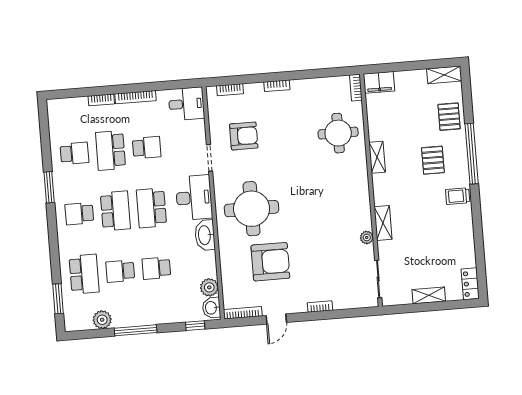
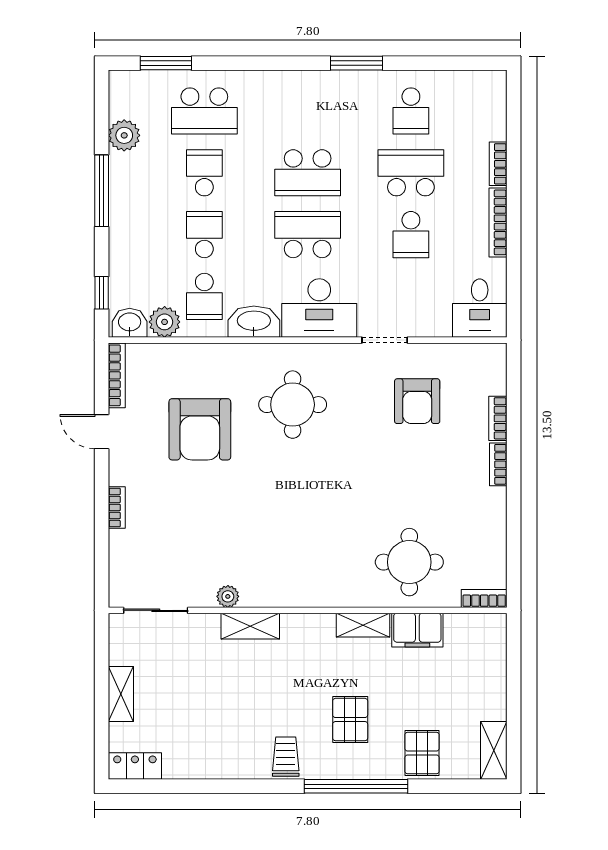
filing cabinet: (379, 82) -> (417, 630), moved, turned -90
bookcase: (230, 90) -> (498, 418), moved
pallet: (449, 117) -> (422, 753), turned 90
pallet: (433, 160) -> (350, 720), turned 90
round table: (252, 209) -> (293, 405), width x0.73, depth x0.73
school desk: (79, 214) -> (204, 296), moved, turned 180

